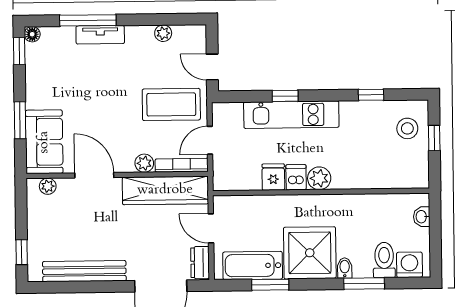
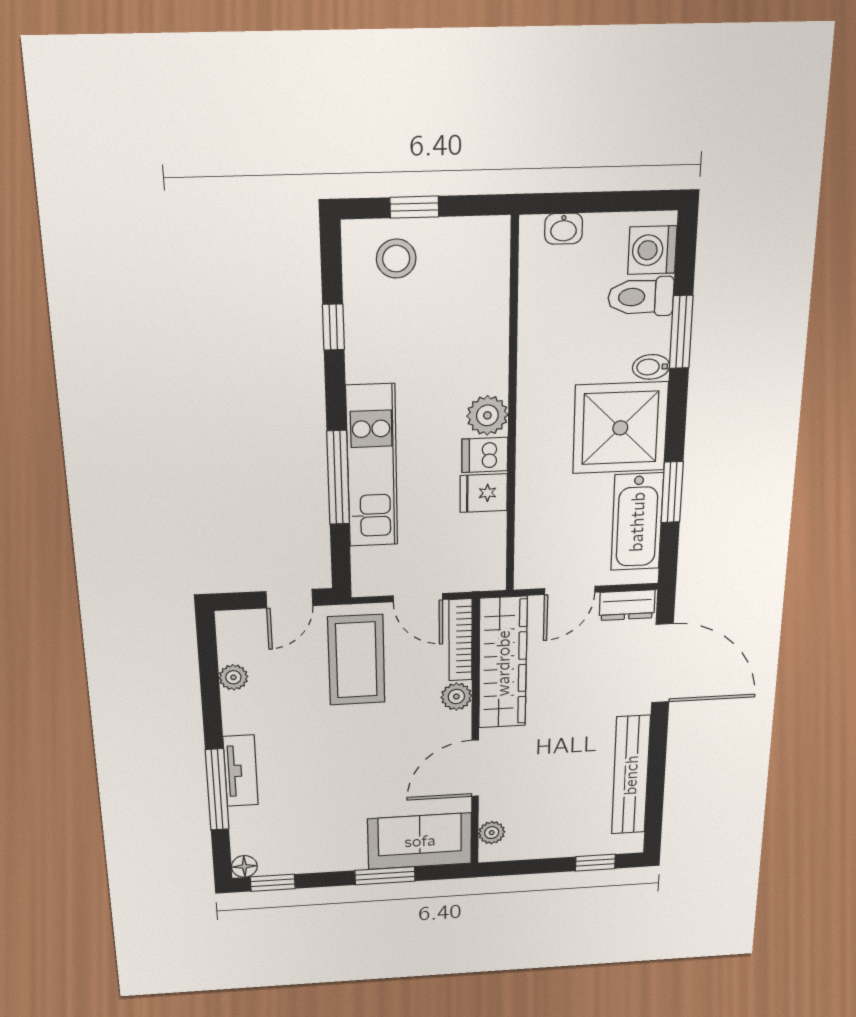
window: (285, 96) -> (338, 478), width x2.17

